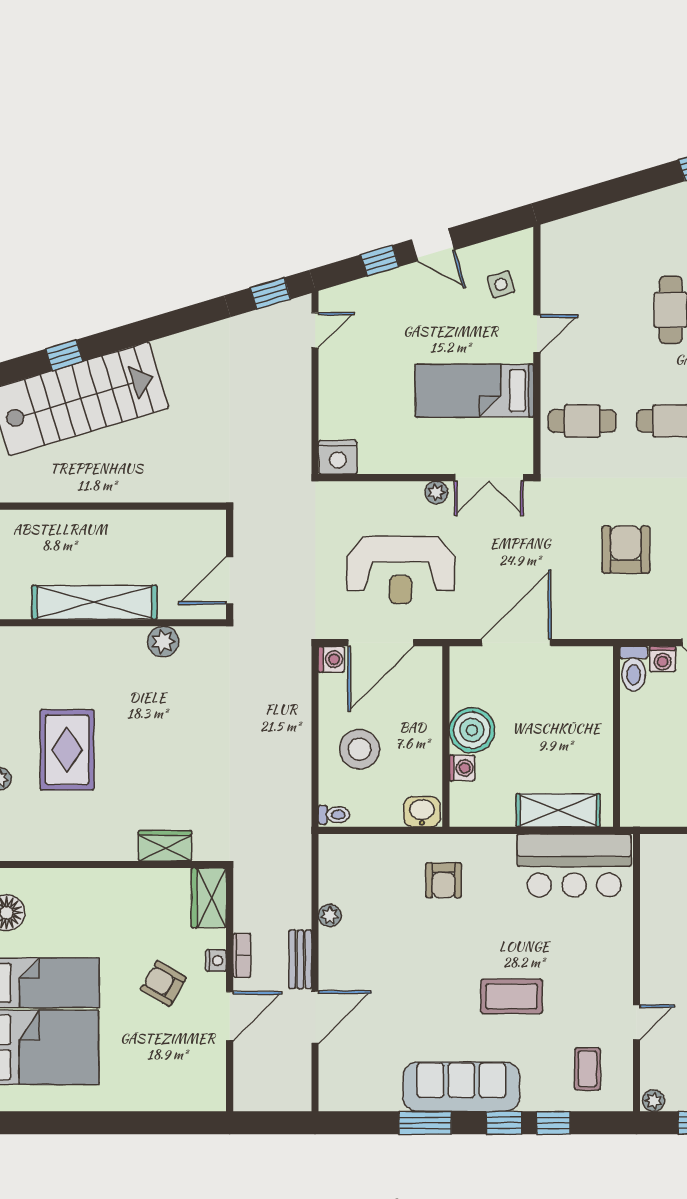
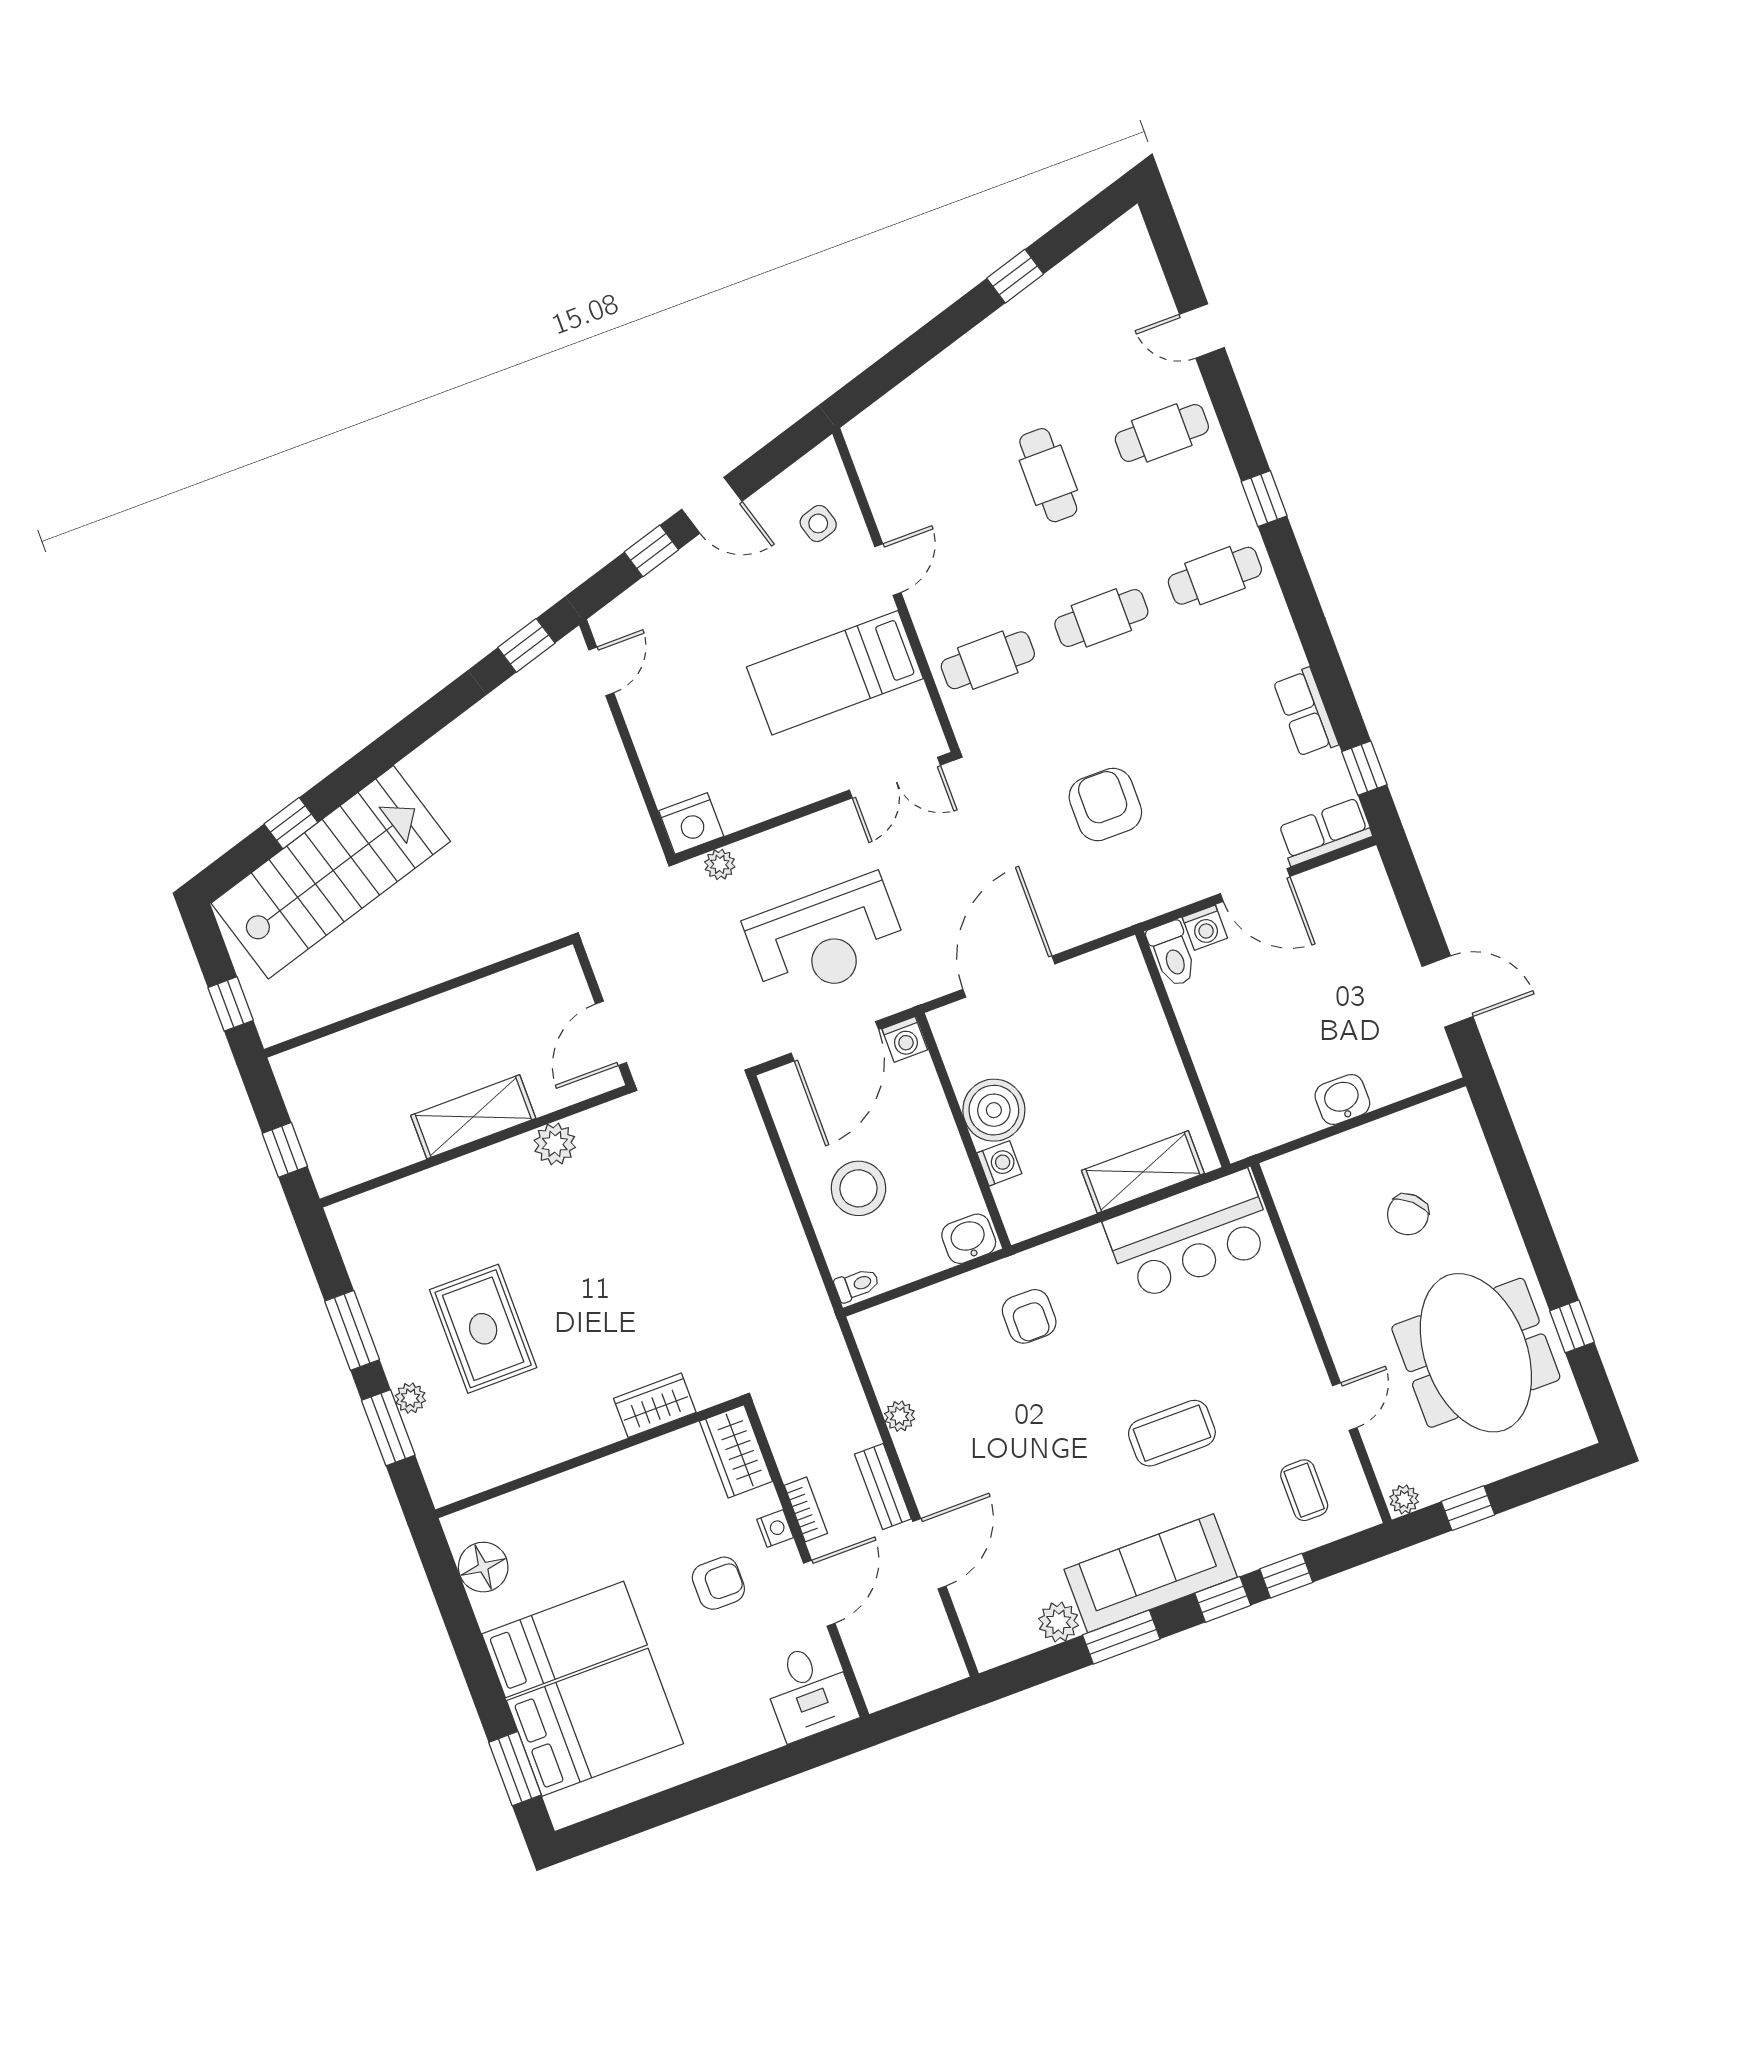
plant: (436, 492) -> (720, 864), moved
shelving: (94, 602) -> (473, 1117), width x0.68
washing machine: (331, 659) -> (905, 1039), moved, turned 90
armchair: (163, 984) -> (718, 1583), turned 150
desk: (198, 1081) -> (809, 1692), added
plant: (386, 1097) -> (1059, 1622), added

